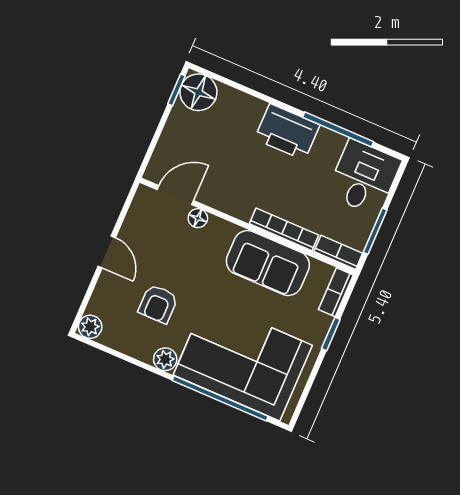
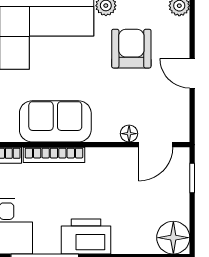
window: (176, 90) -> (192, 178), moved
armchair: (158, 304) -> (131, 49), width x1.38, depth x1.38

